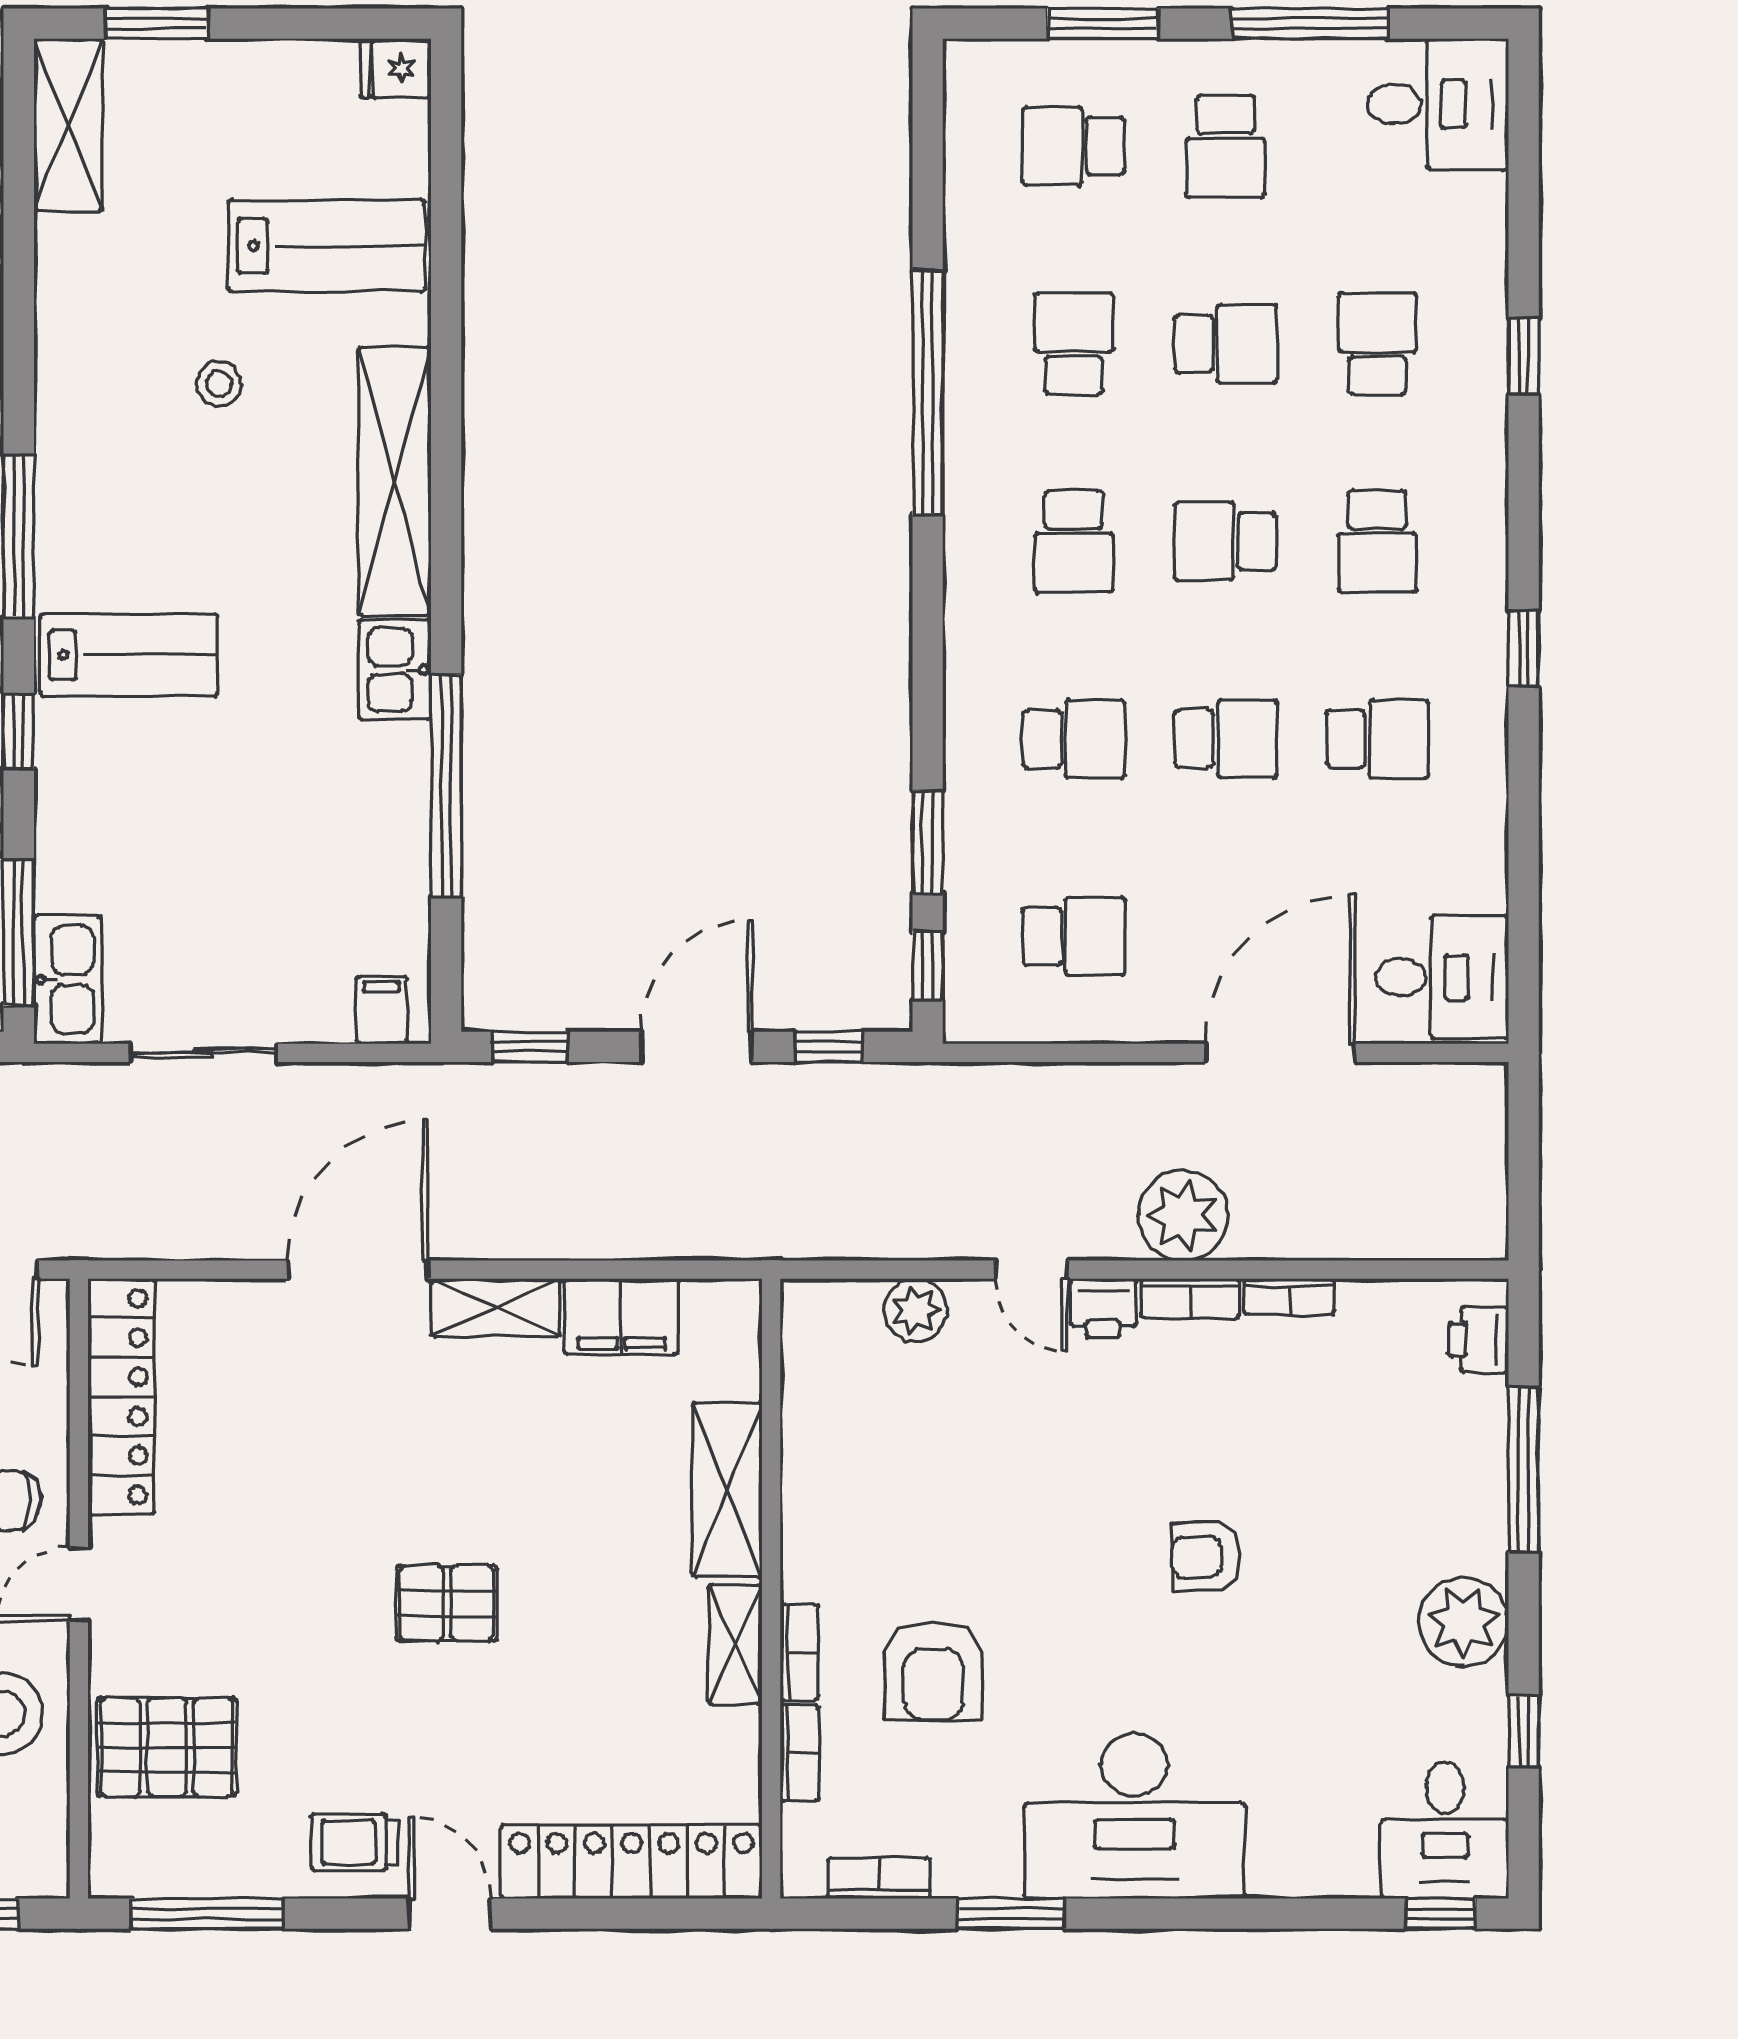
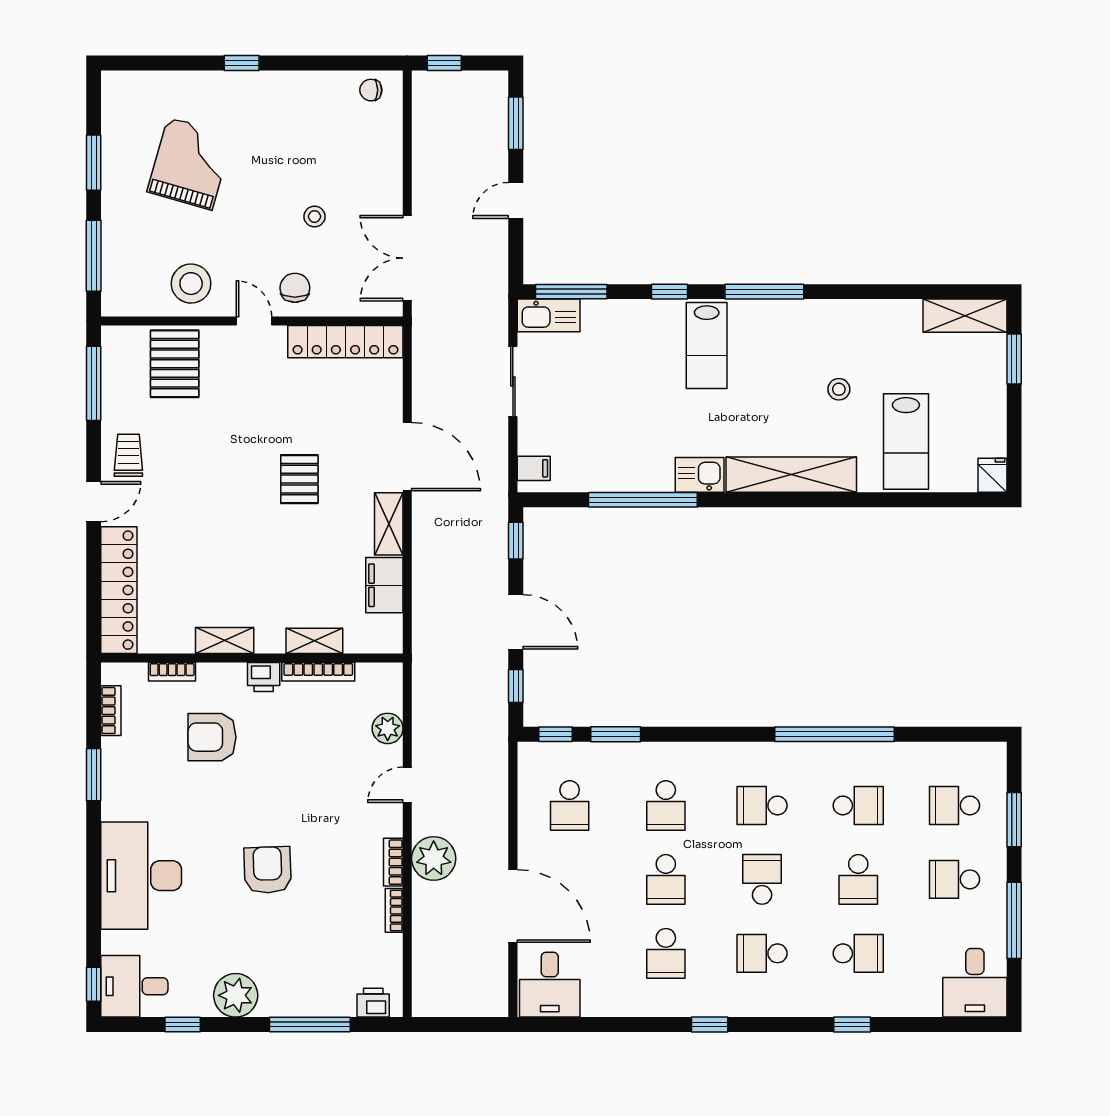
school desk: (1074, 146) -> (954, 805), turned -90
printer: (1103, 1308) -> (264, 677), moved, turned -90
shelving: (727, 1490) -> (314, 641), width x0.67, depth x0.75
armchair: (1206, 1557) -> (268, 870), width x1.38, depth x1.38
pallet: (447, 1603) -> (299, 479), moved
bookcase: (799, 1652) -> (318, 672), moved, width x1.56
desk: (1134, 1816) -> (141, 876), moved

